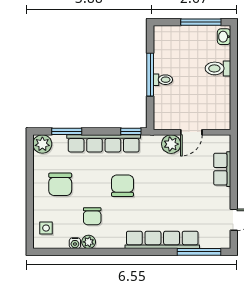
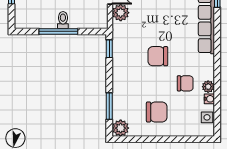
row of seats: (104, 143) -> (120, 73), removed
side table: (46, 228) -> (207, 117), moved

